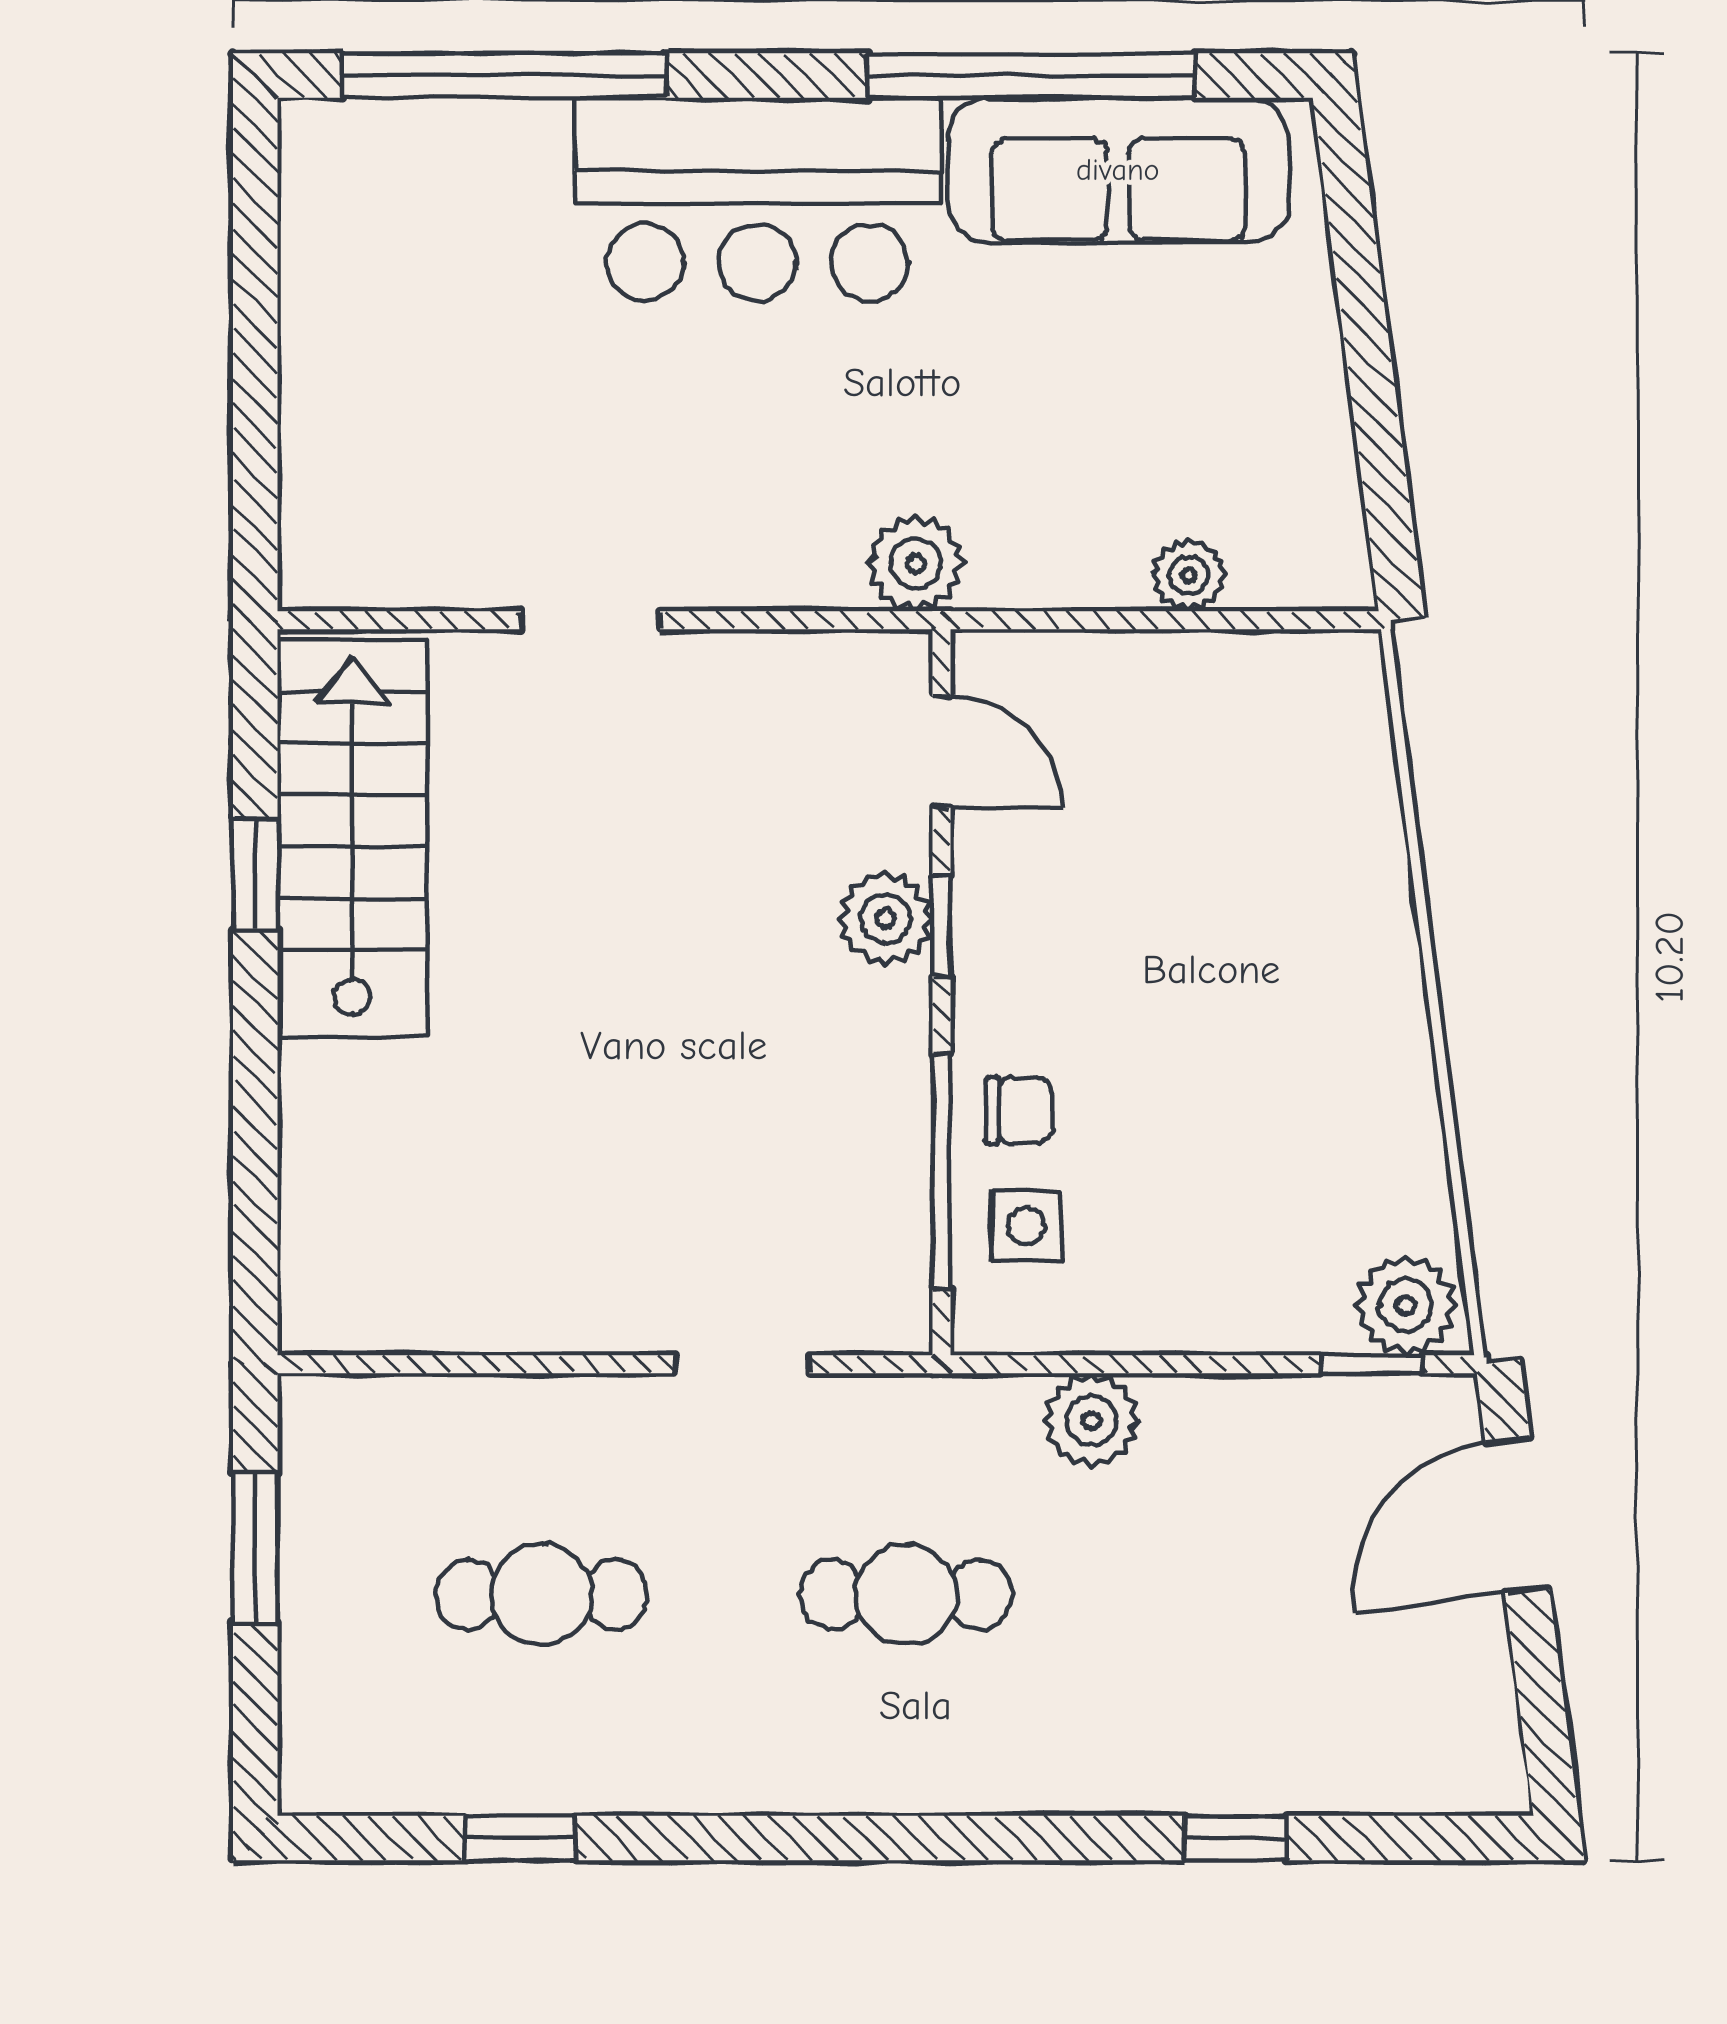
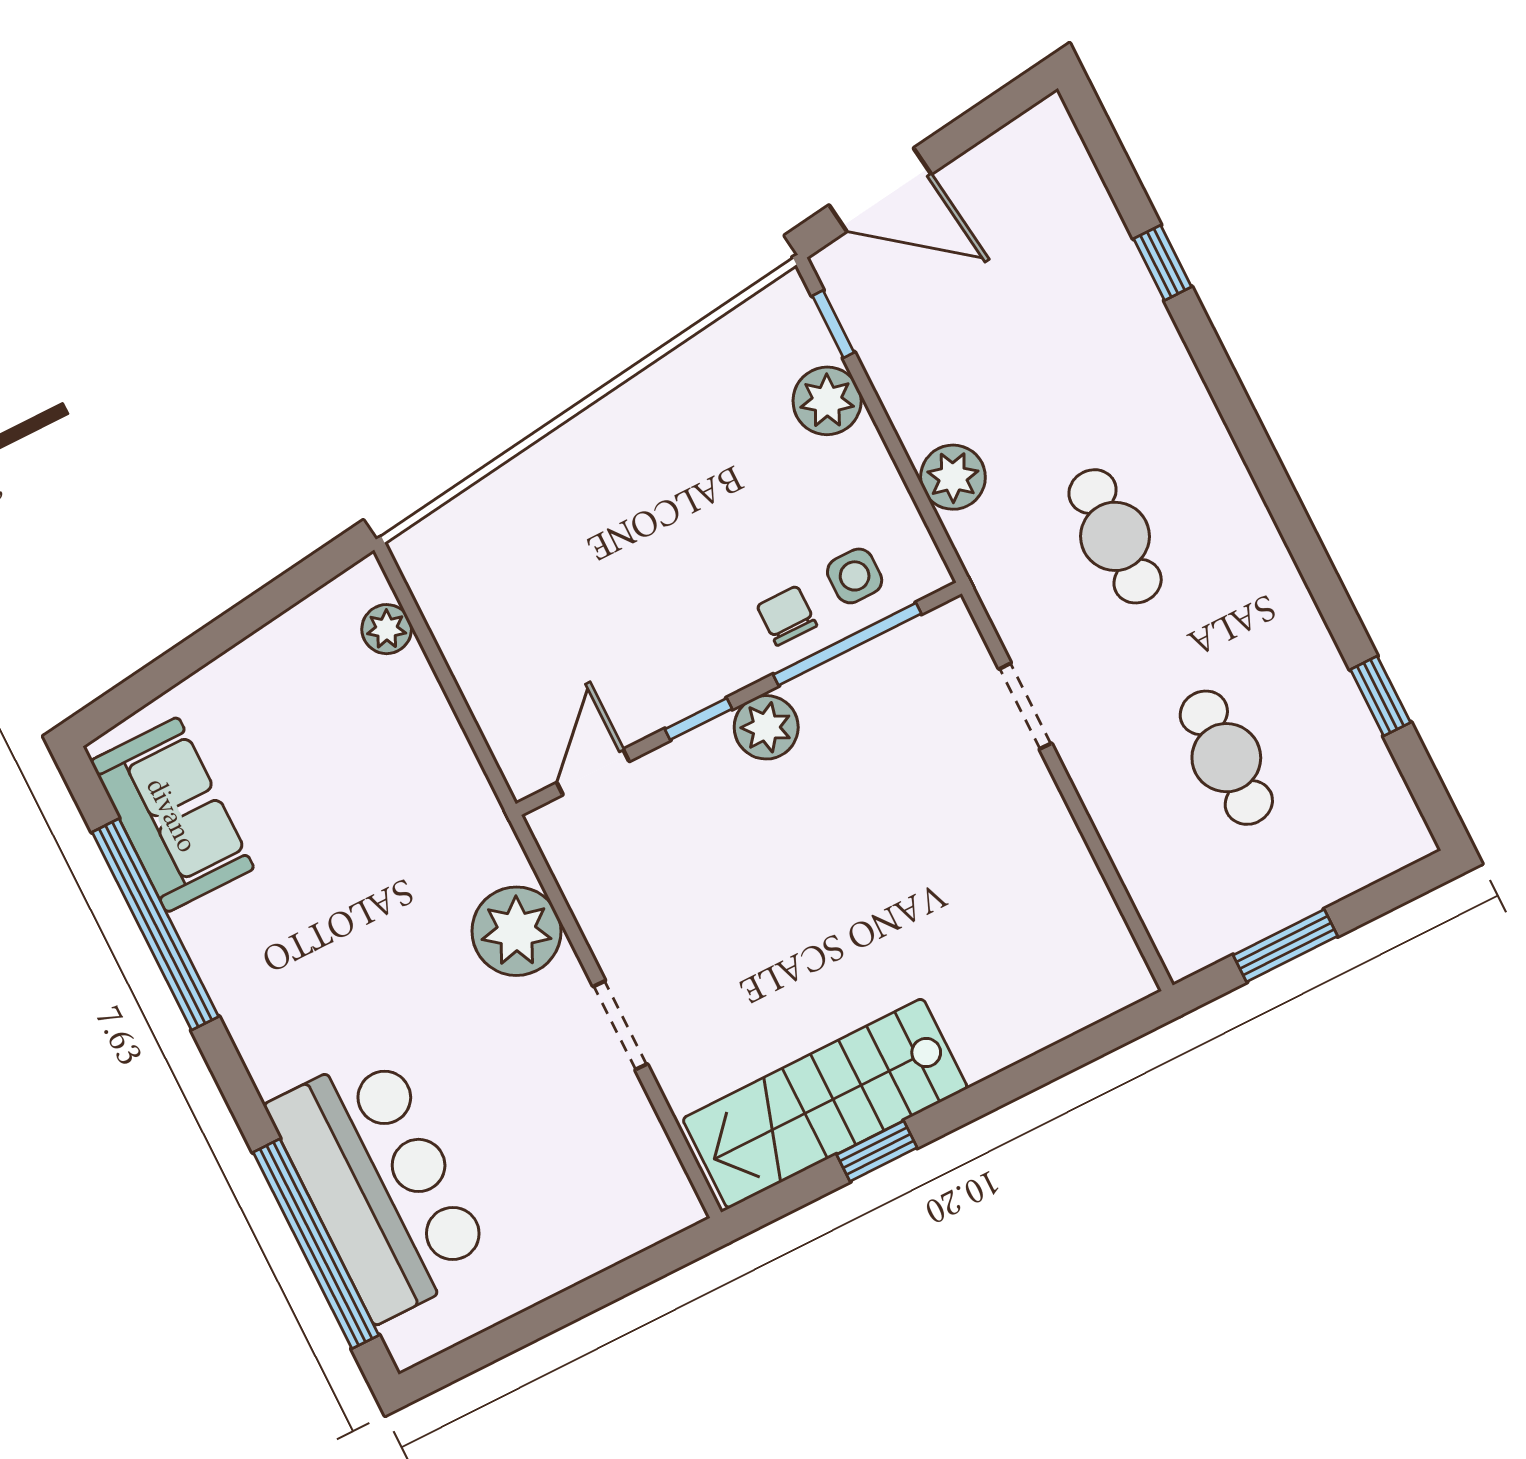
sofa: (1118, 170) -> (172, 815), width x0.73
bar counter: (757, 199) -> (380, 1185), moved
plant: (916, 563) -> (516, 931), moved, width x1.36, depth x1.36
plant: (1189, 575) -> (387, 629), moved
plant: (886, 919) -> (766, 727), moved
plant: (1406, 1305) -> (827, 401), moved

